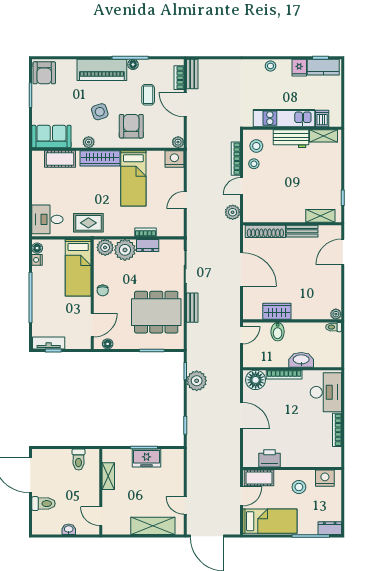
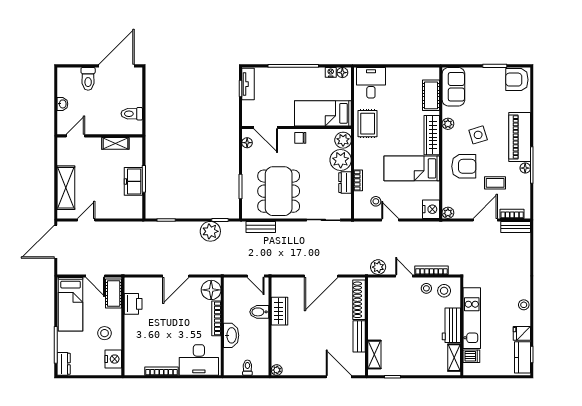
stool: (166, 214) -> (376, 201), added
bench: (192, 308) -> (261, 227), moved
toilet: (334, 327) -> (247, 368), moved

